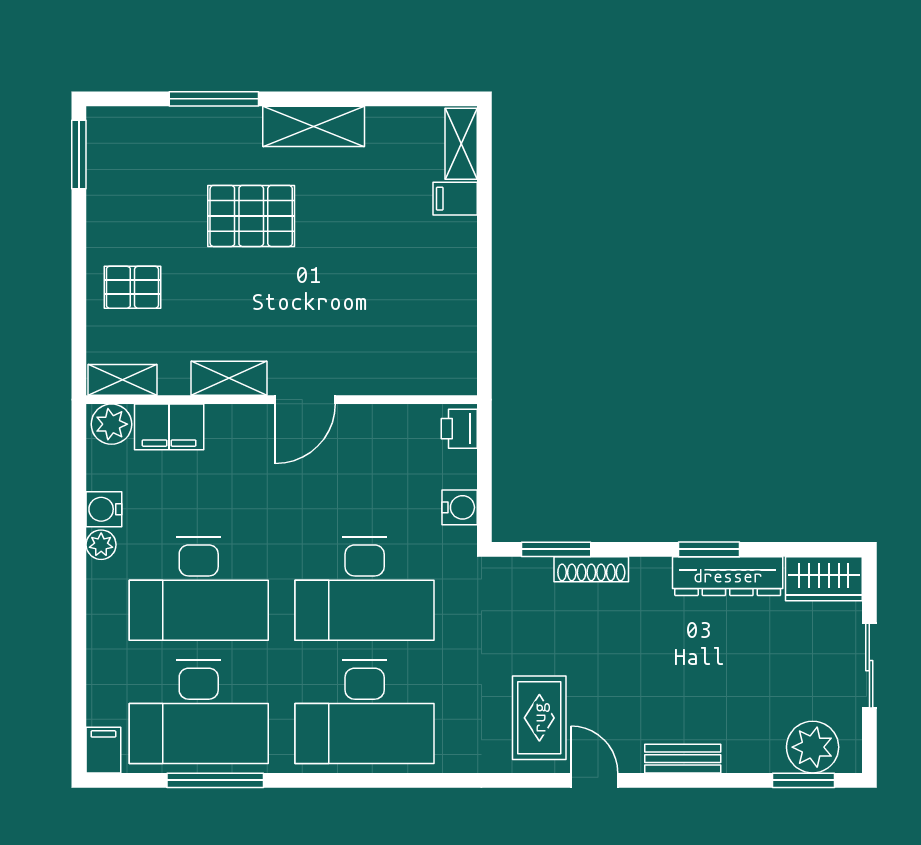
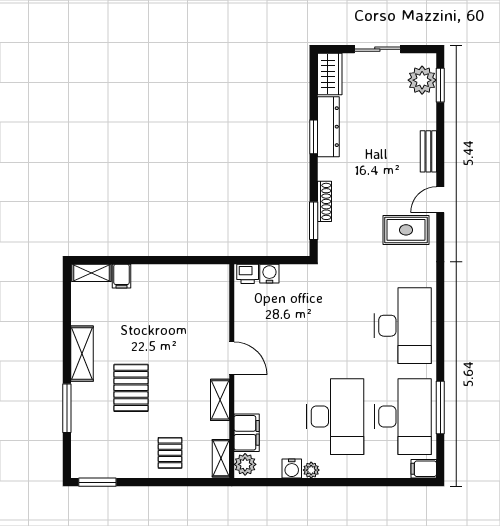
water cooler: (460, 507) -> (269, 274), moved
desk: (365, 589) -> (335, 326), removed

